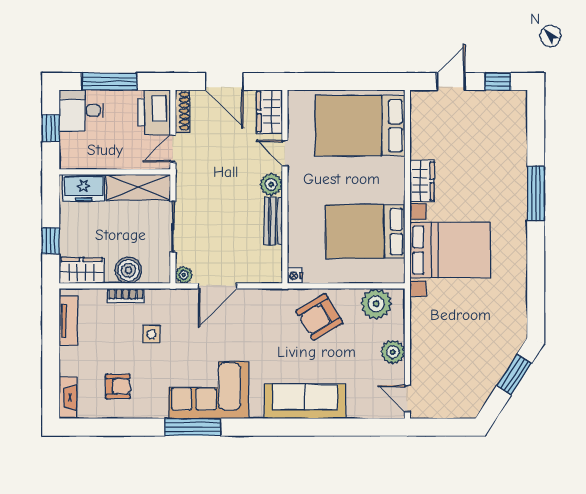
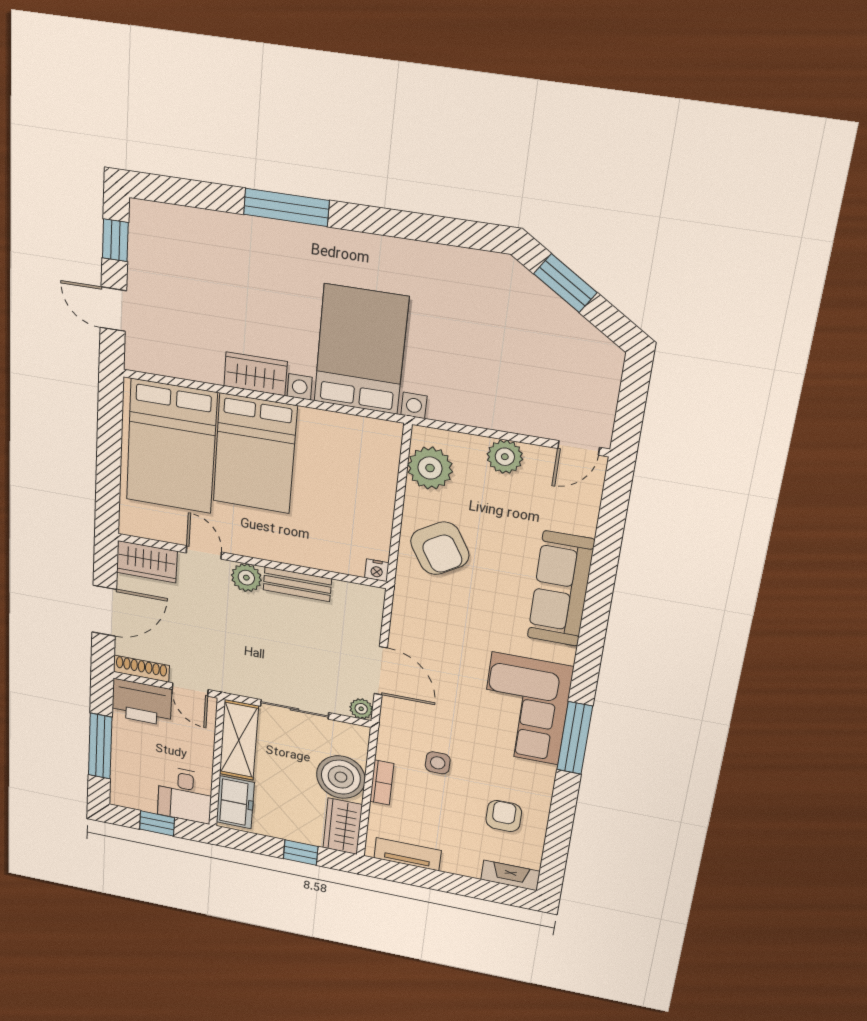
desk: (81, 110) -> (185, 795), moved
door: (285, 153) -> (204, 552), swing flipped
bed: (365, 232) -> (255, 454), moved
boiler: (129, 270) -> (341, 777), width x1.37, depth x1.37

